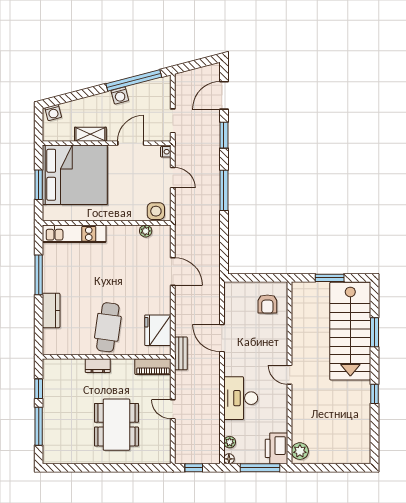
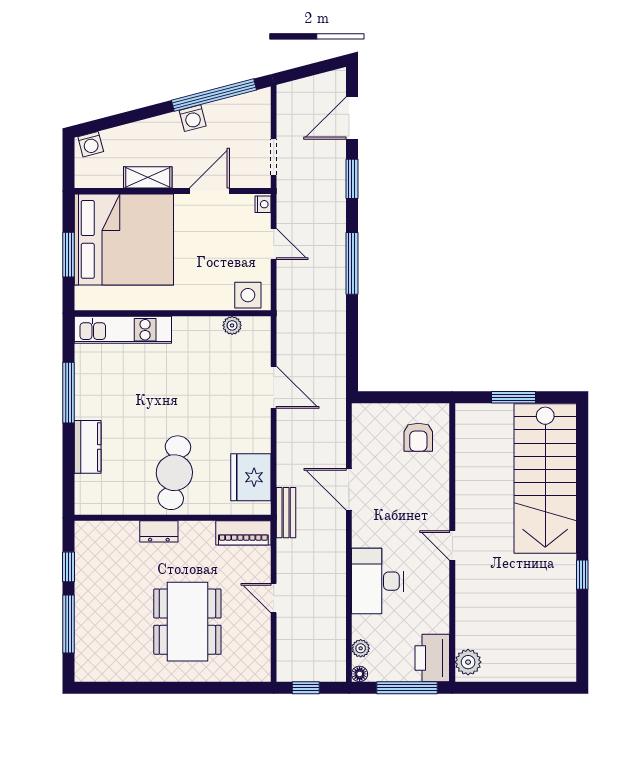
window: (375, 332) -> (582, 480), removed

